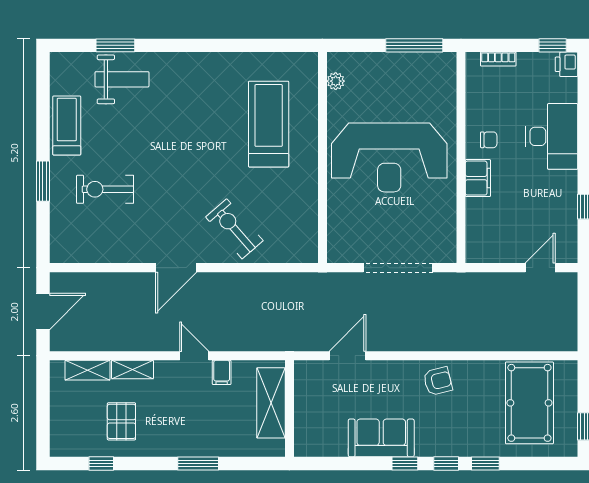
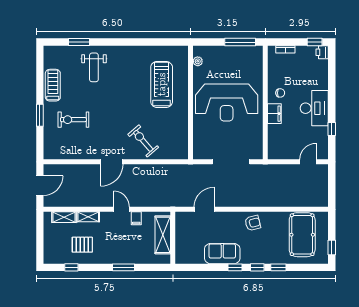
weight bench: (122, 79) -> (94, 67), moved, turned 90
desk: (552, 136) -> (314, 108), moved
pallet: (121, 421) -> (82, 245), turned 90

